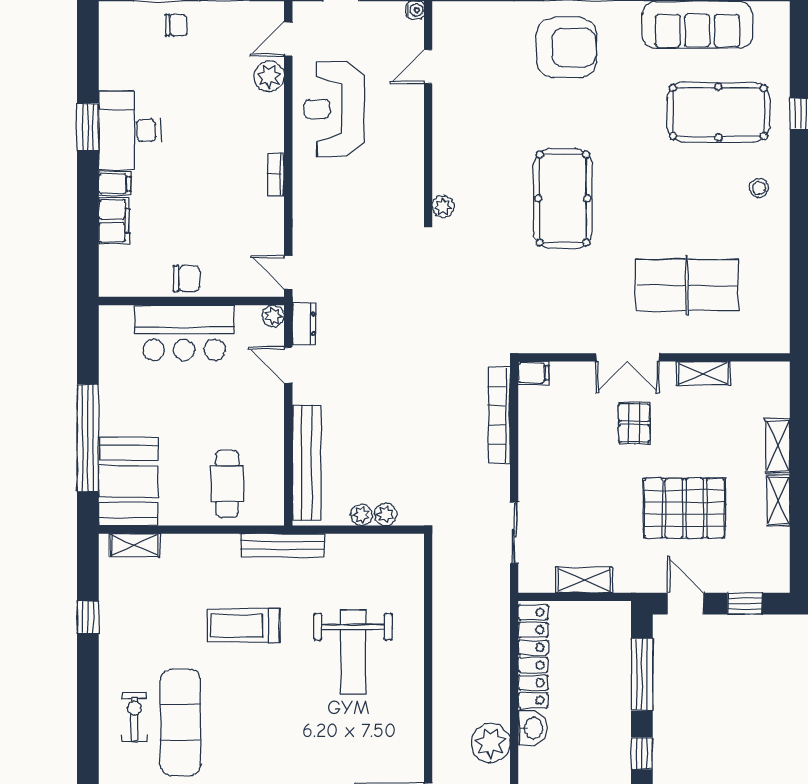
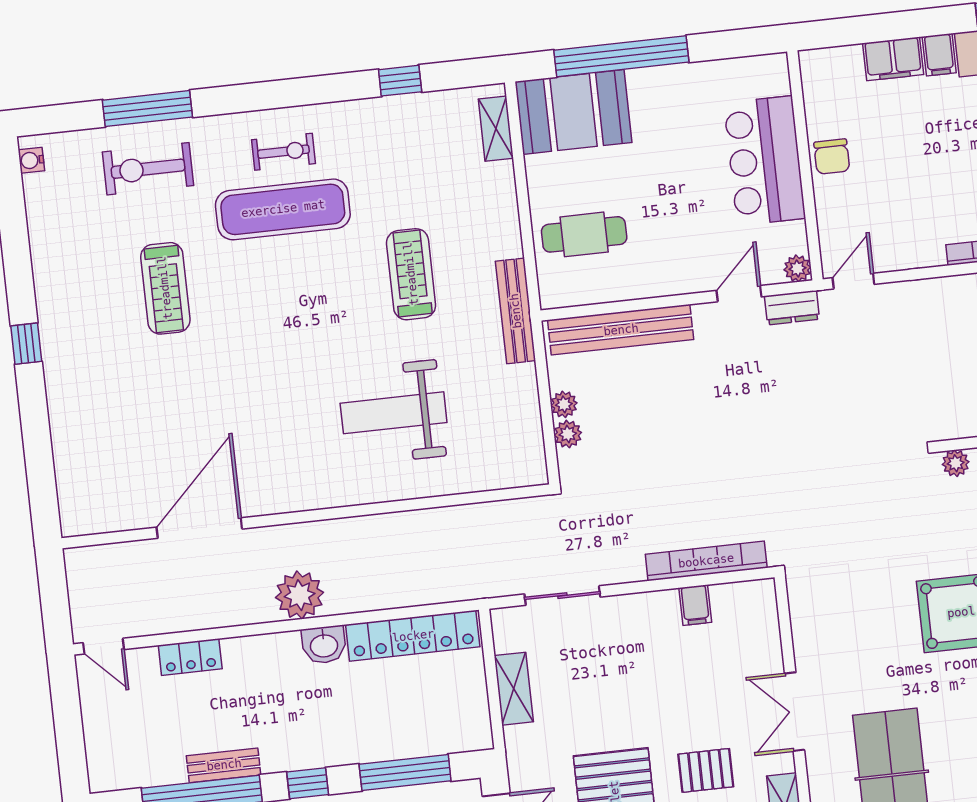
filing cabinet: (534, 373) -> (695, 605), moved
pallet: (634, 423) -> (706, 770), moved

